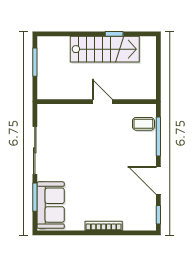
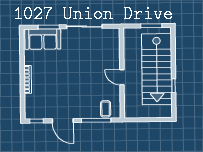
stairs: (105, 49) -> (157, 69), width x1.36, depth x1.51
door: (102, 102) -> (122, 77), swing flipped
door: (158, 180) -> (63, 121), swing flipped

